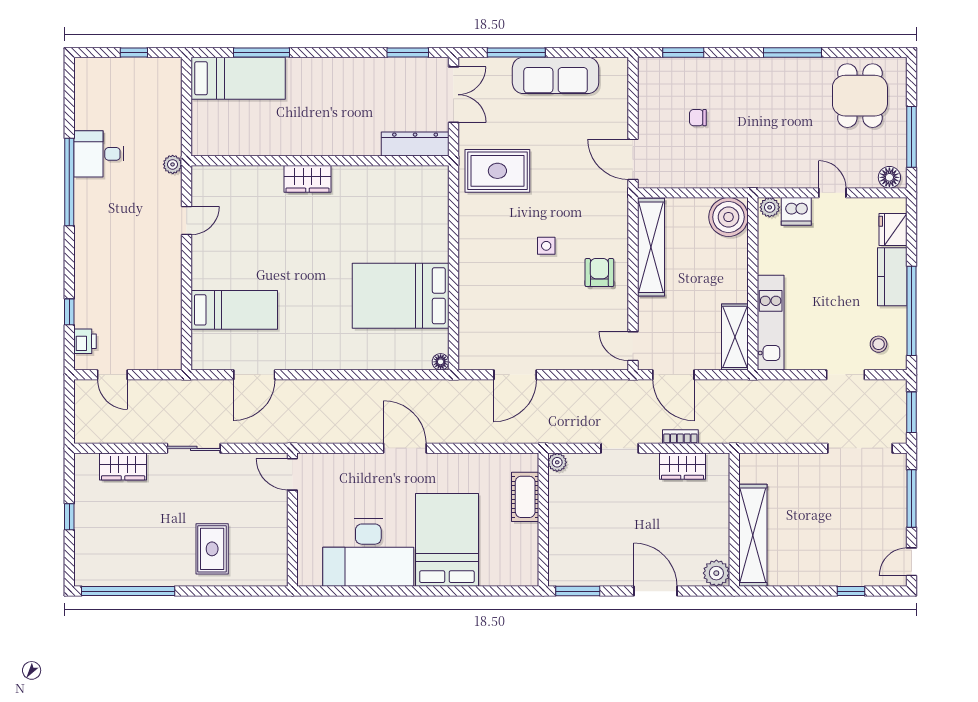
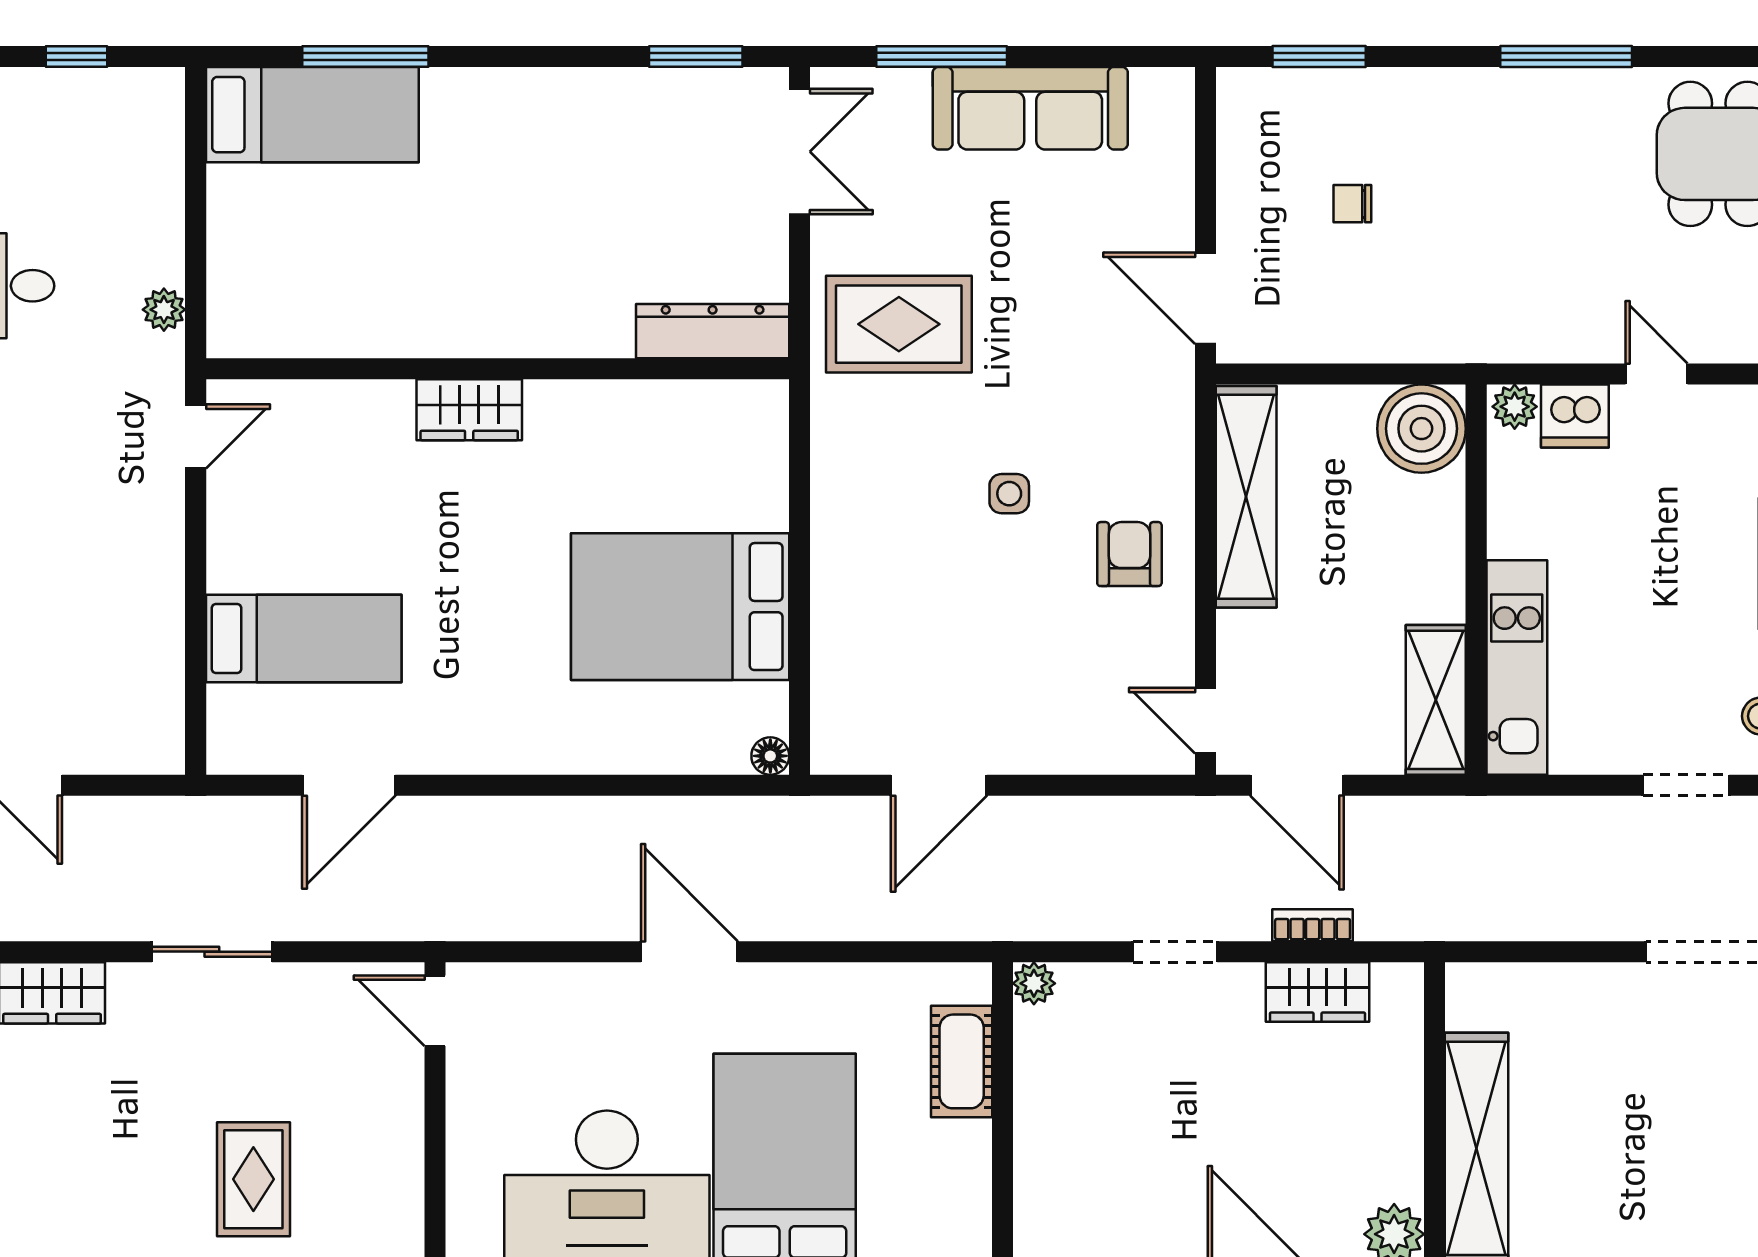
dresser: (415, 144) -> (713, 331), moved
wall: (320, 161) -> (498, 369), moved
wardrobe: (307, 179) -> (469, 410), moved

